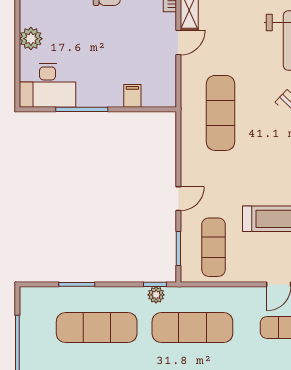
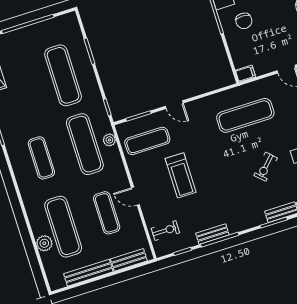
chair: (100, 77) -> (244, 21), added
filing cabinet: (132, 96) -> (246, 74), moved
plant: (156, 295) -> (109, 140), moved

